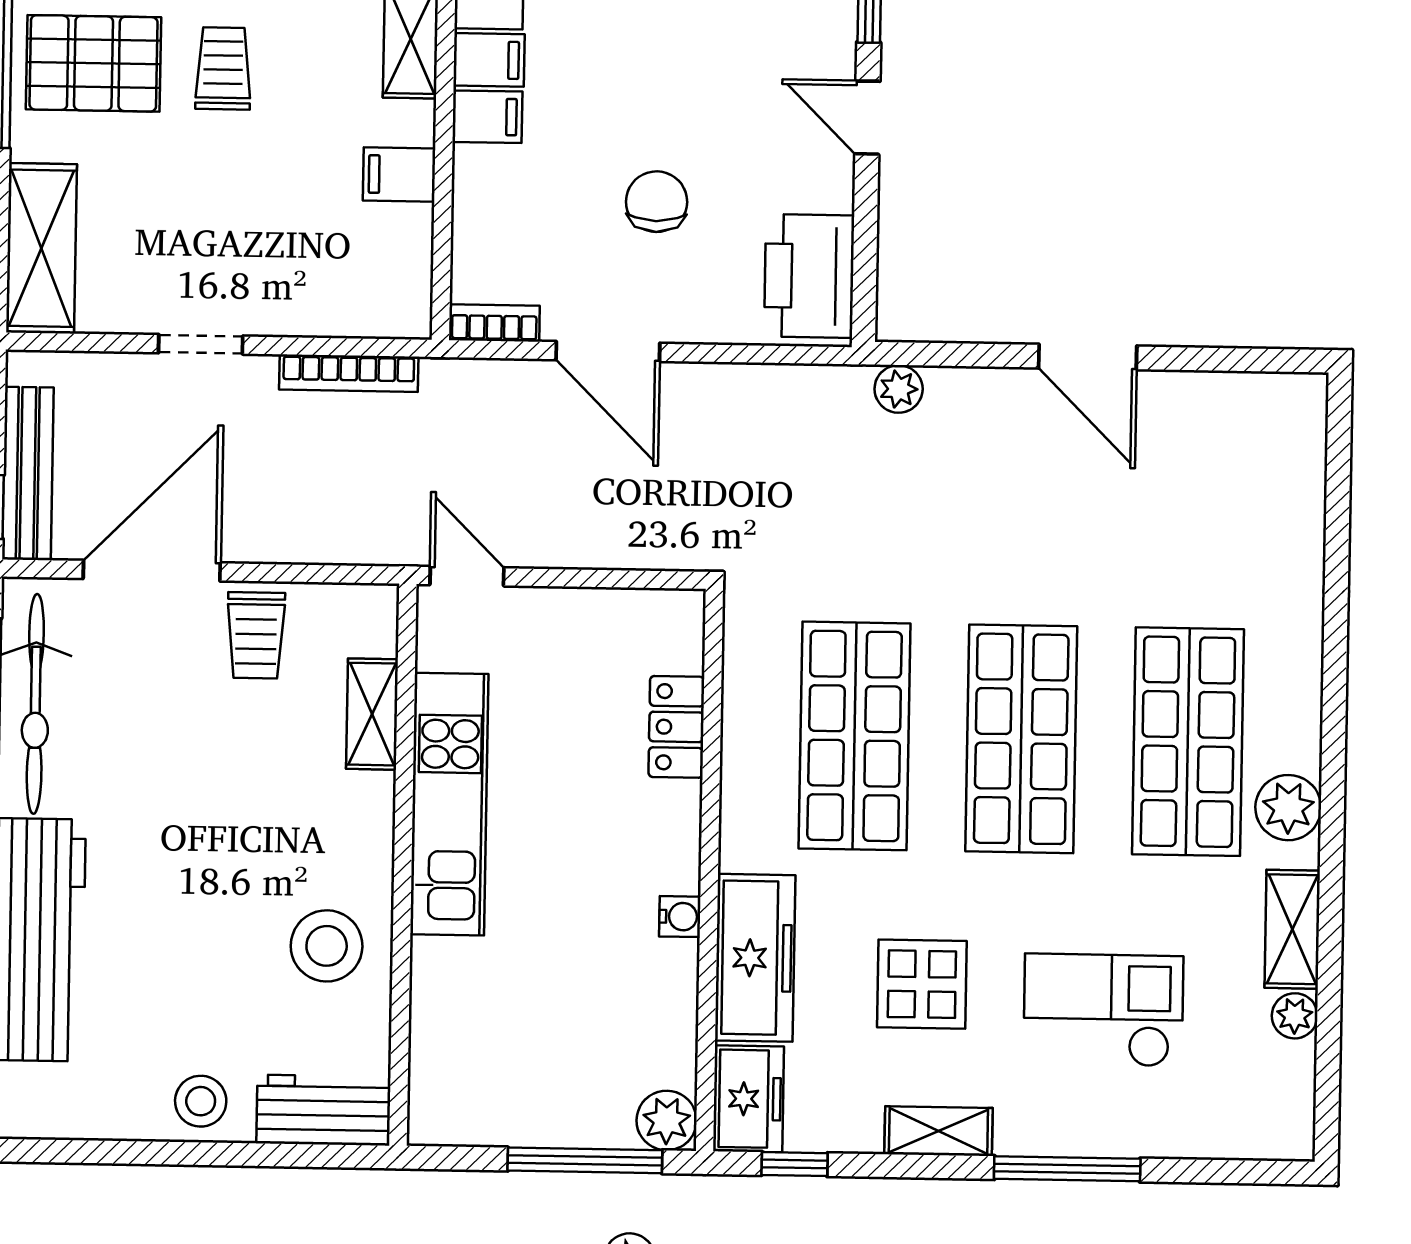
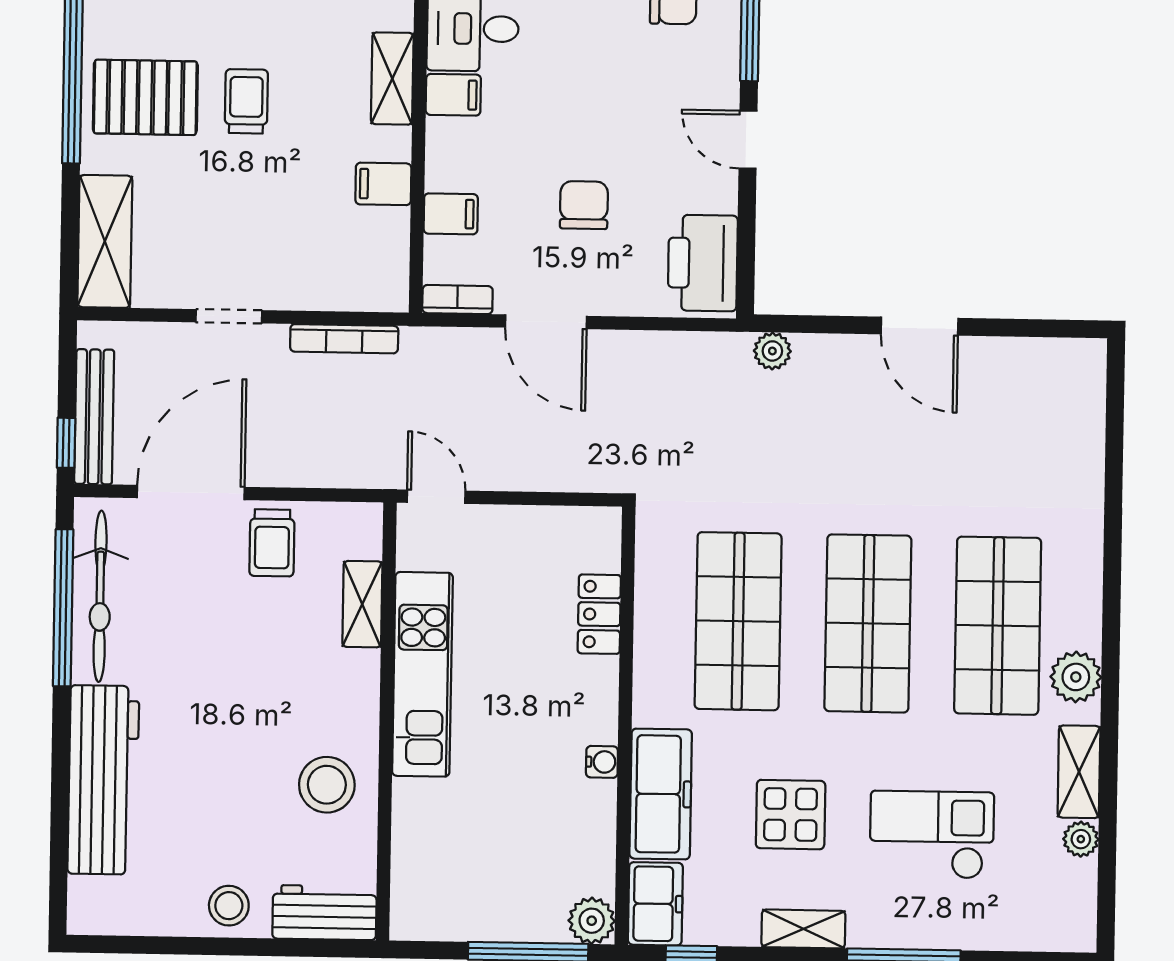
filing cabinet: (487, 117) -> (451, 214), moved

